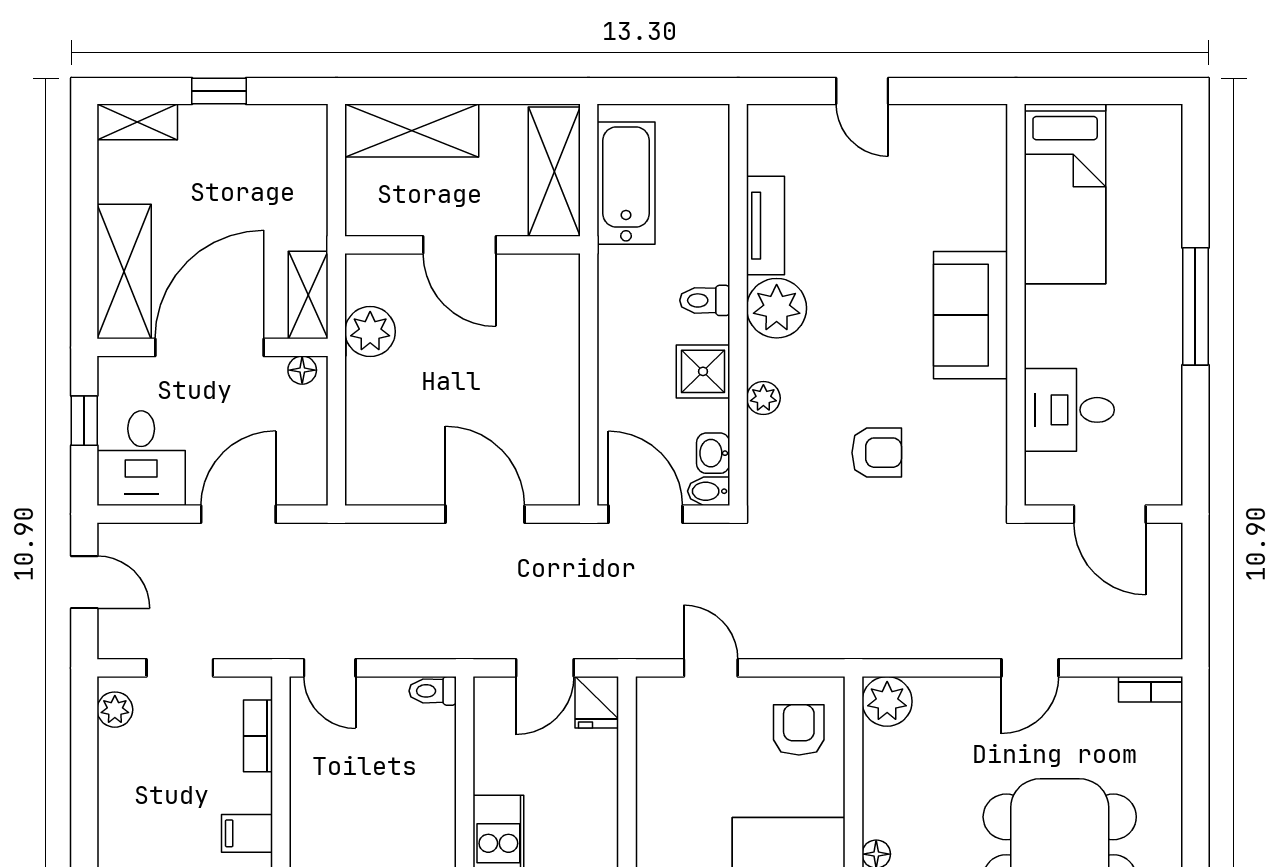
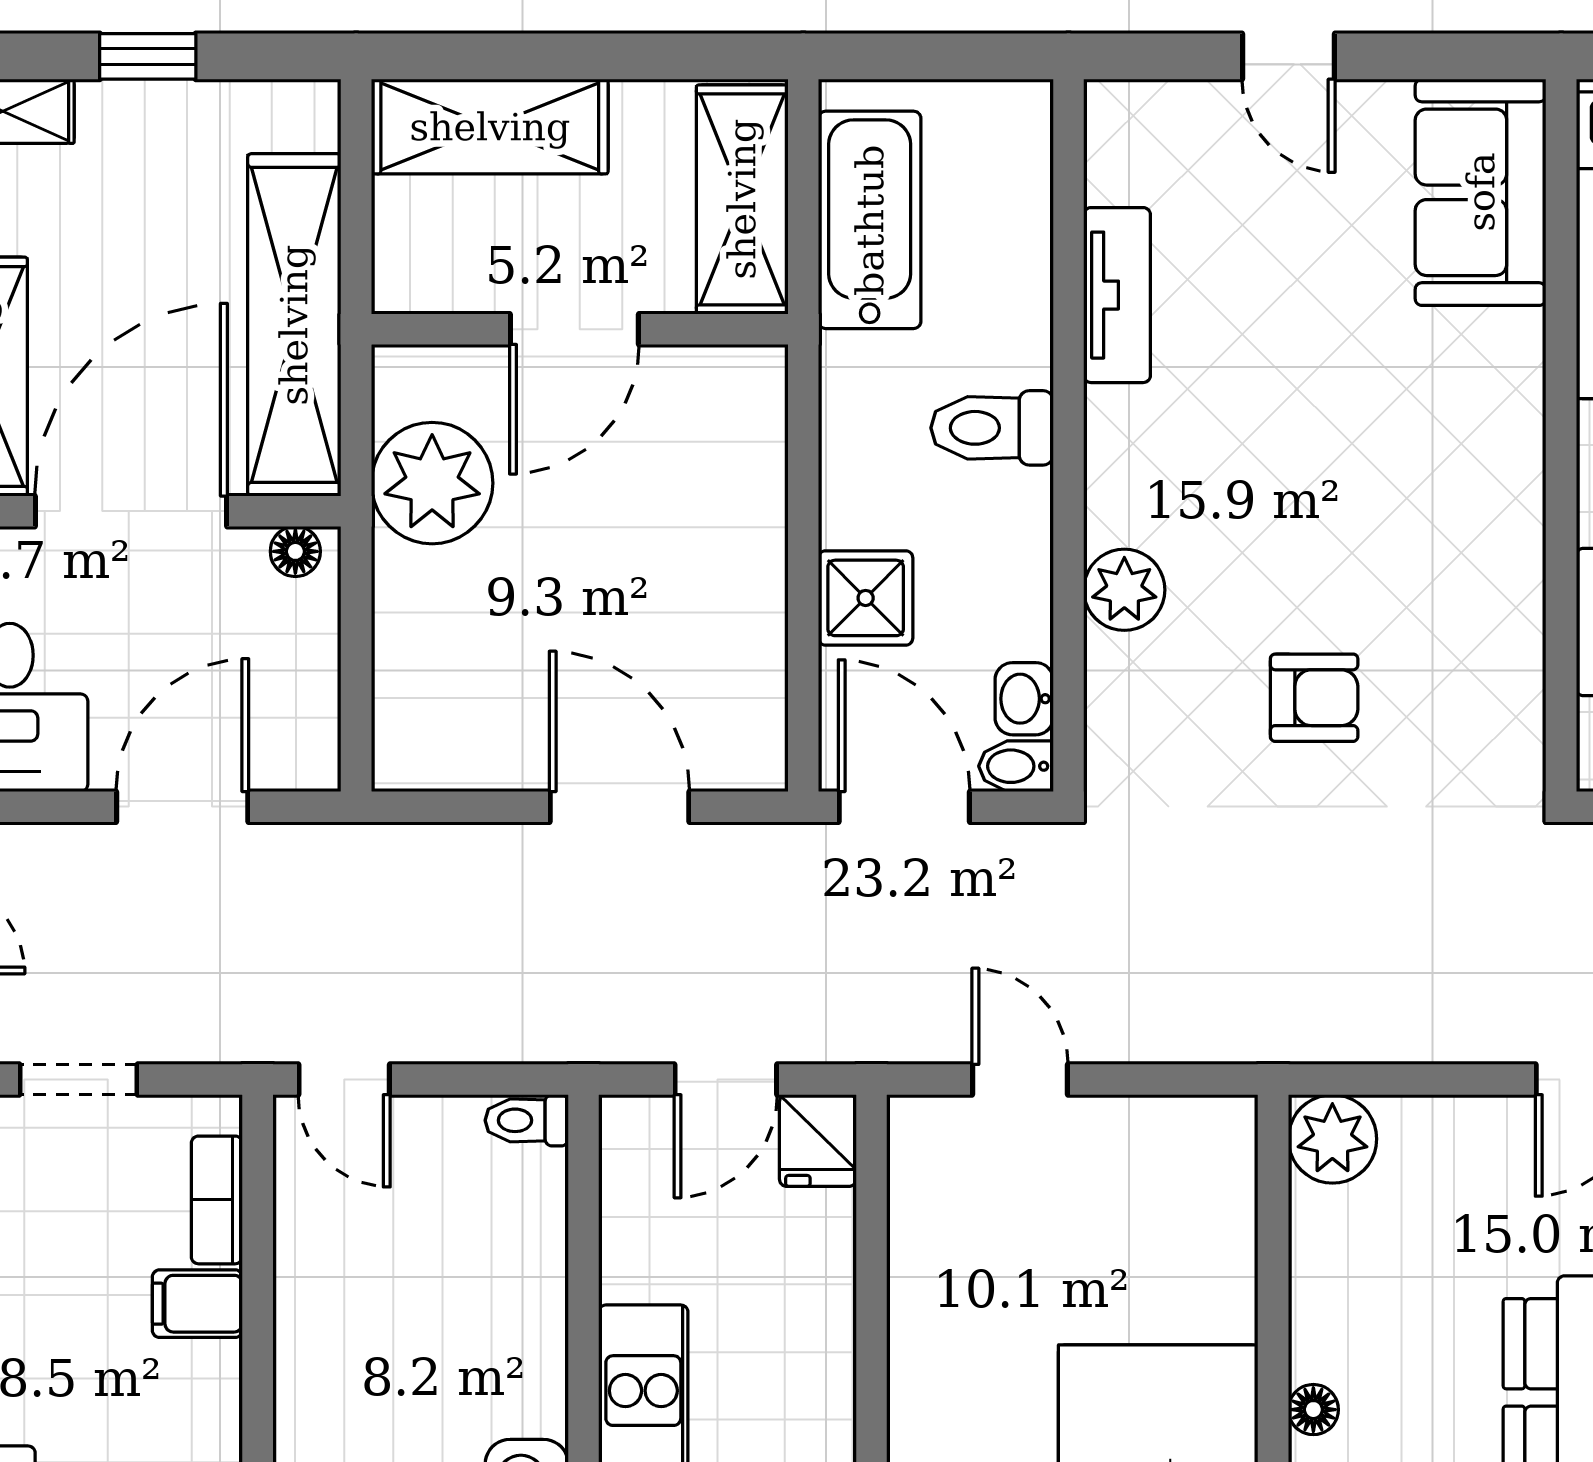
door: (460, 245) -> (574, 329), hinge flipped
shelving: (308, 295) -> (294, 325), width x2.20, depth x1.33
toilet: (705, 300) -> (992, 428), width x1.37, depth x1.39
plant: (777, 308) -> (1137, 442), removed
sofa: (971, 315) -> (1481, 192), moved
plant: (370, 332) -> (432, 483), width x1.36, depth x1.36
shower: (703, 371) -> (866, 598), moved
plant: (763, 398) -> (1124, 590), width x1.38, depth x1.38
armchair: (799, 730) -> (1176, 1189), removed
filing cabinet: (247, 833) -> (197, 1304), moved

